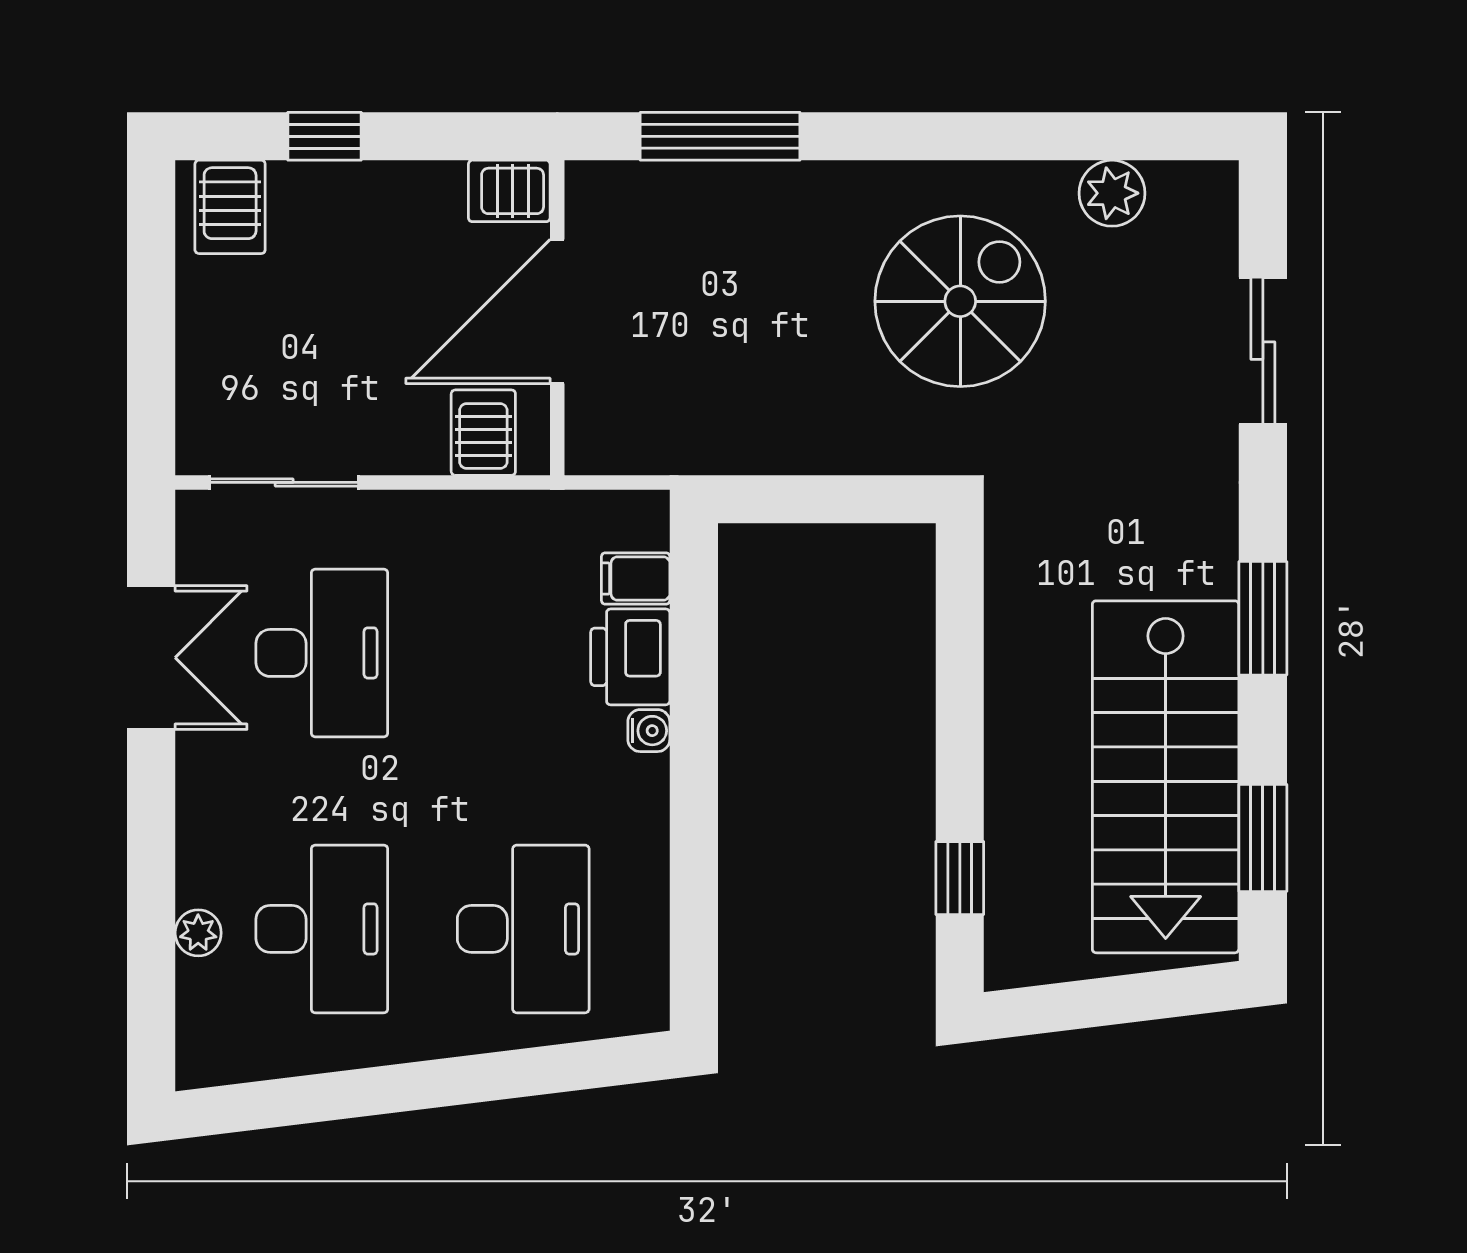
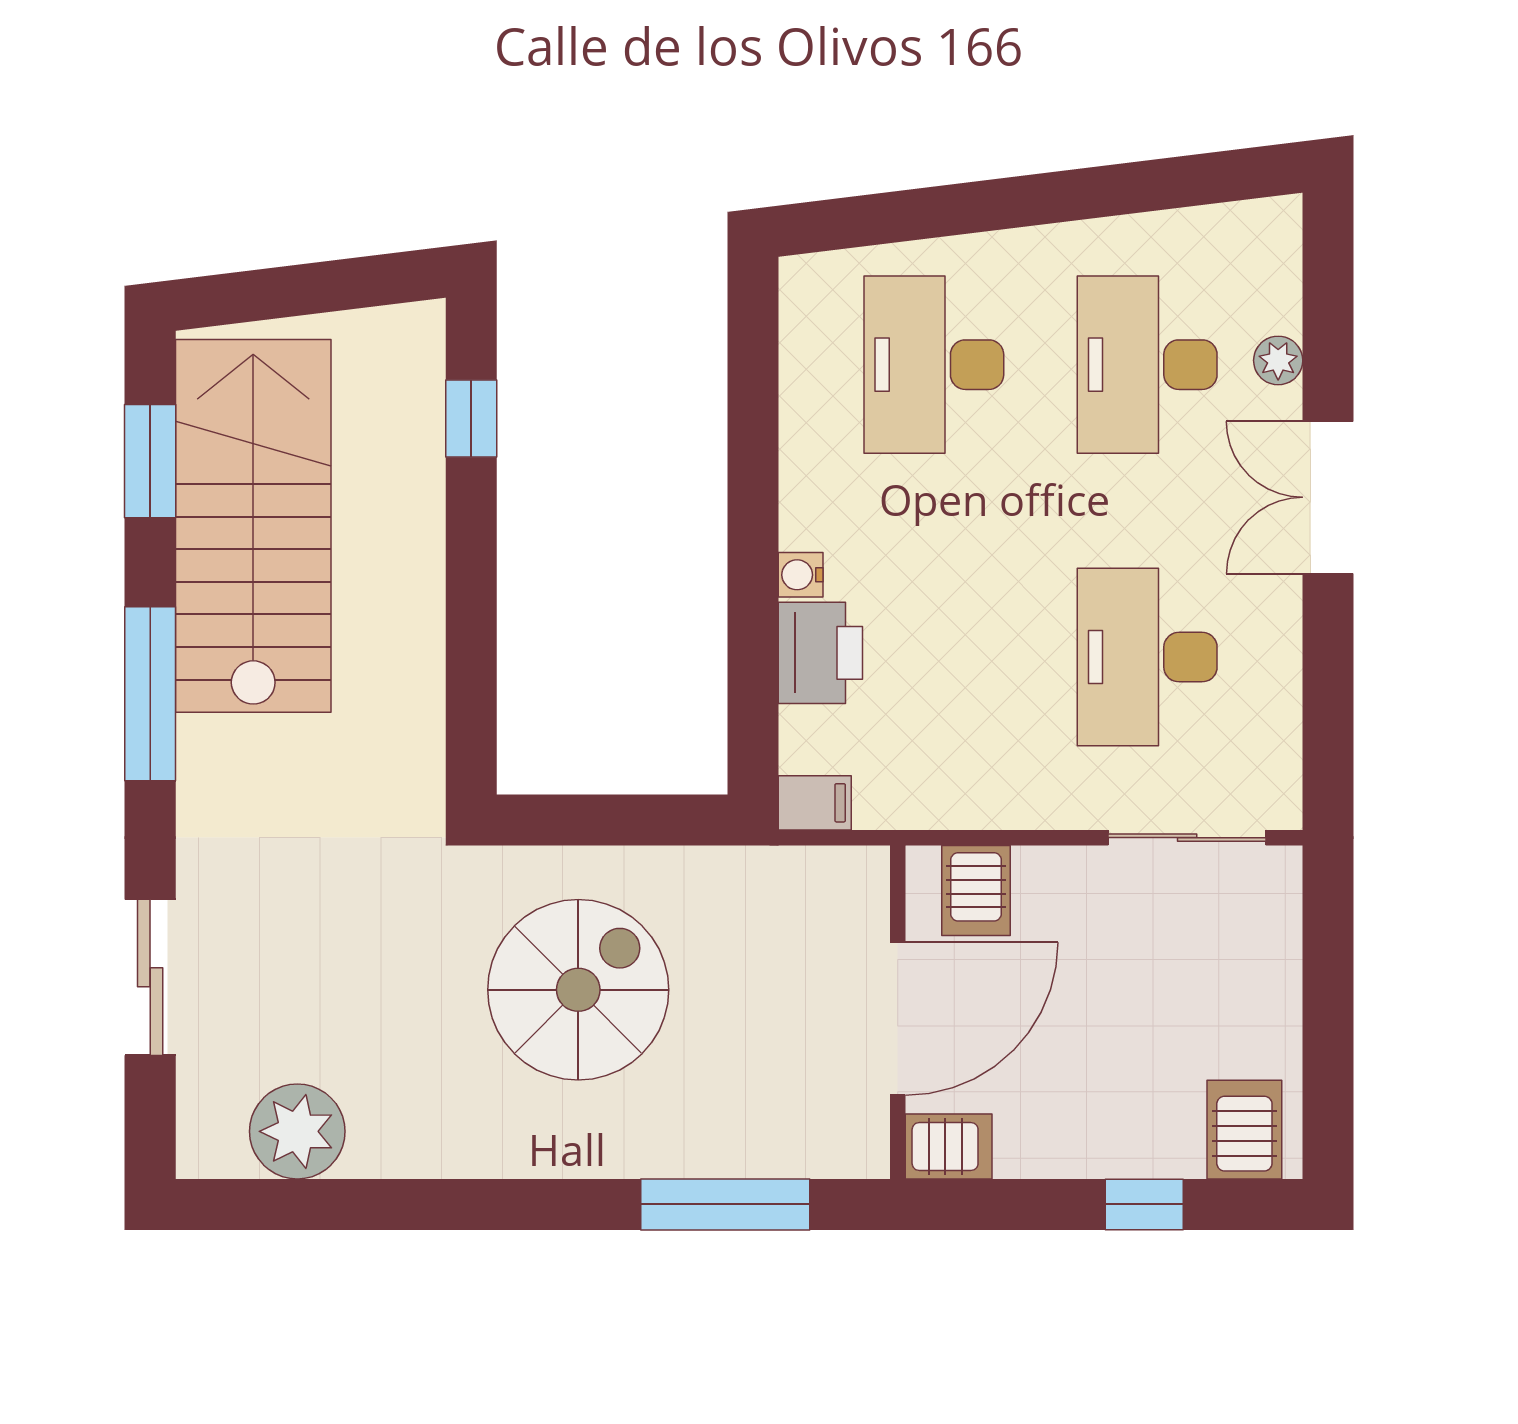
plant: (1112, 193) -> (297, 1131), width x1.36, depth x1.36
spiral stairs: (960, 301) -> (578, 990), moved, turned 180
filing cabinet: (636, 578) -> (815, 803), moved
window: (1263, 618) -> (150, 694), width x1.44
double door: (151, 658) -> (1328, 497), moved

